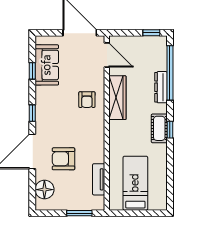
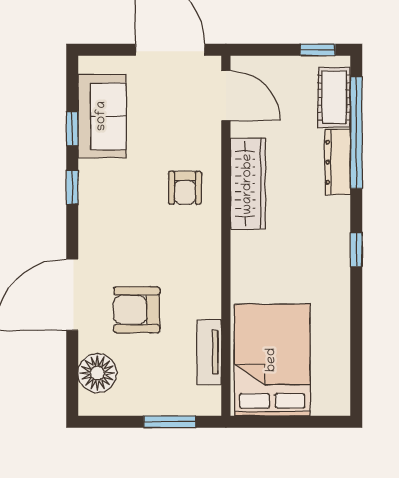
window: (32, 113) -> (72, 187), moved
cot: (159, 128) -> (334, 97), moved
bed: (135, 183) -> (272, 360), width x1.50

